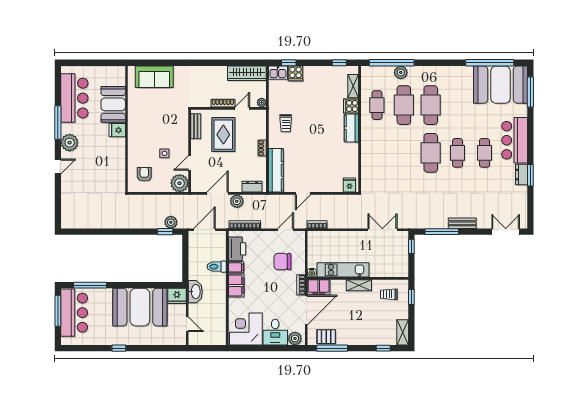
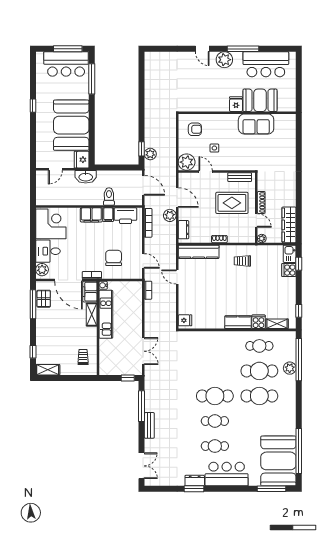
sofa: (154, 77) -> (256, 124), moved, turned -90
shelving: (359, 285) -> (92, 315), moved
window: (411, 297) -> (81, 378), removed

